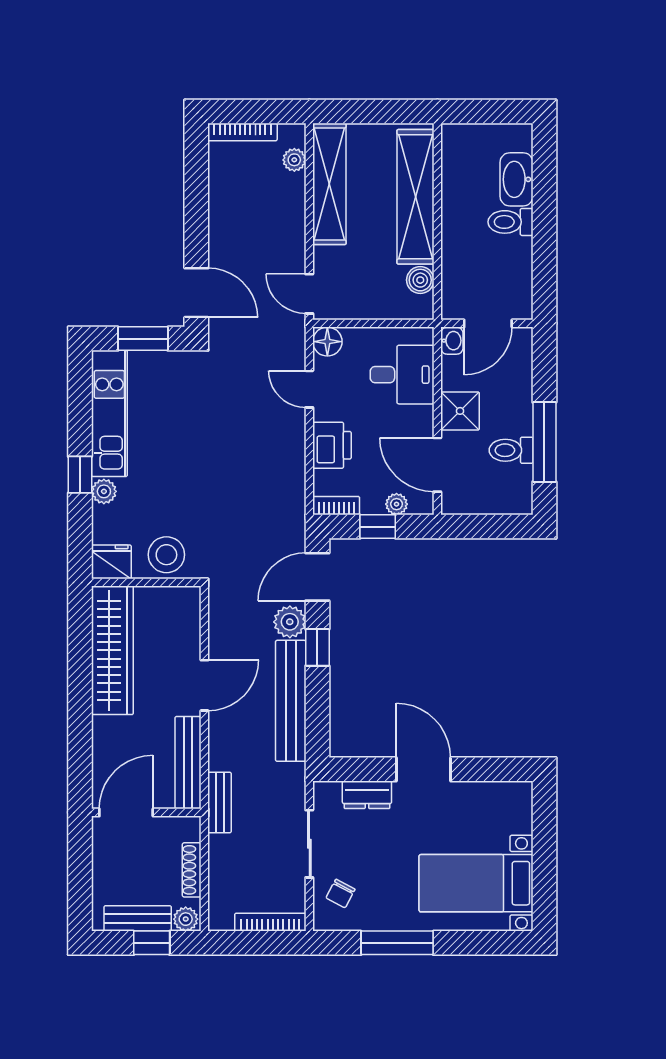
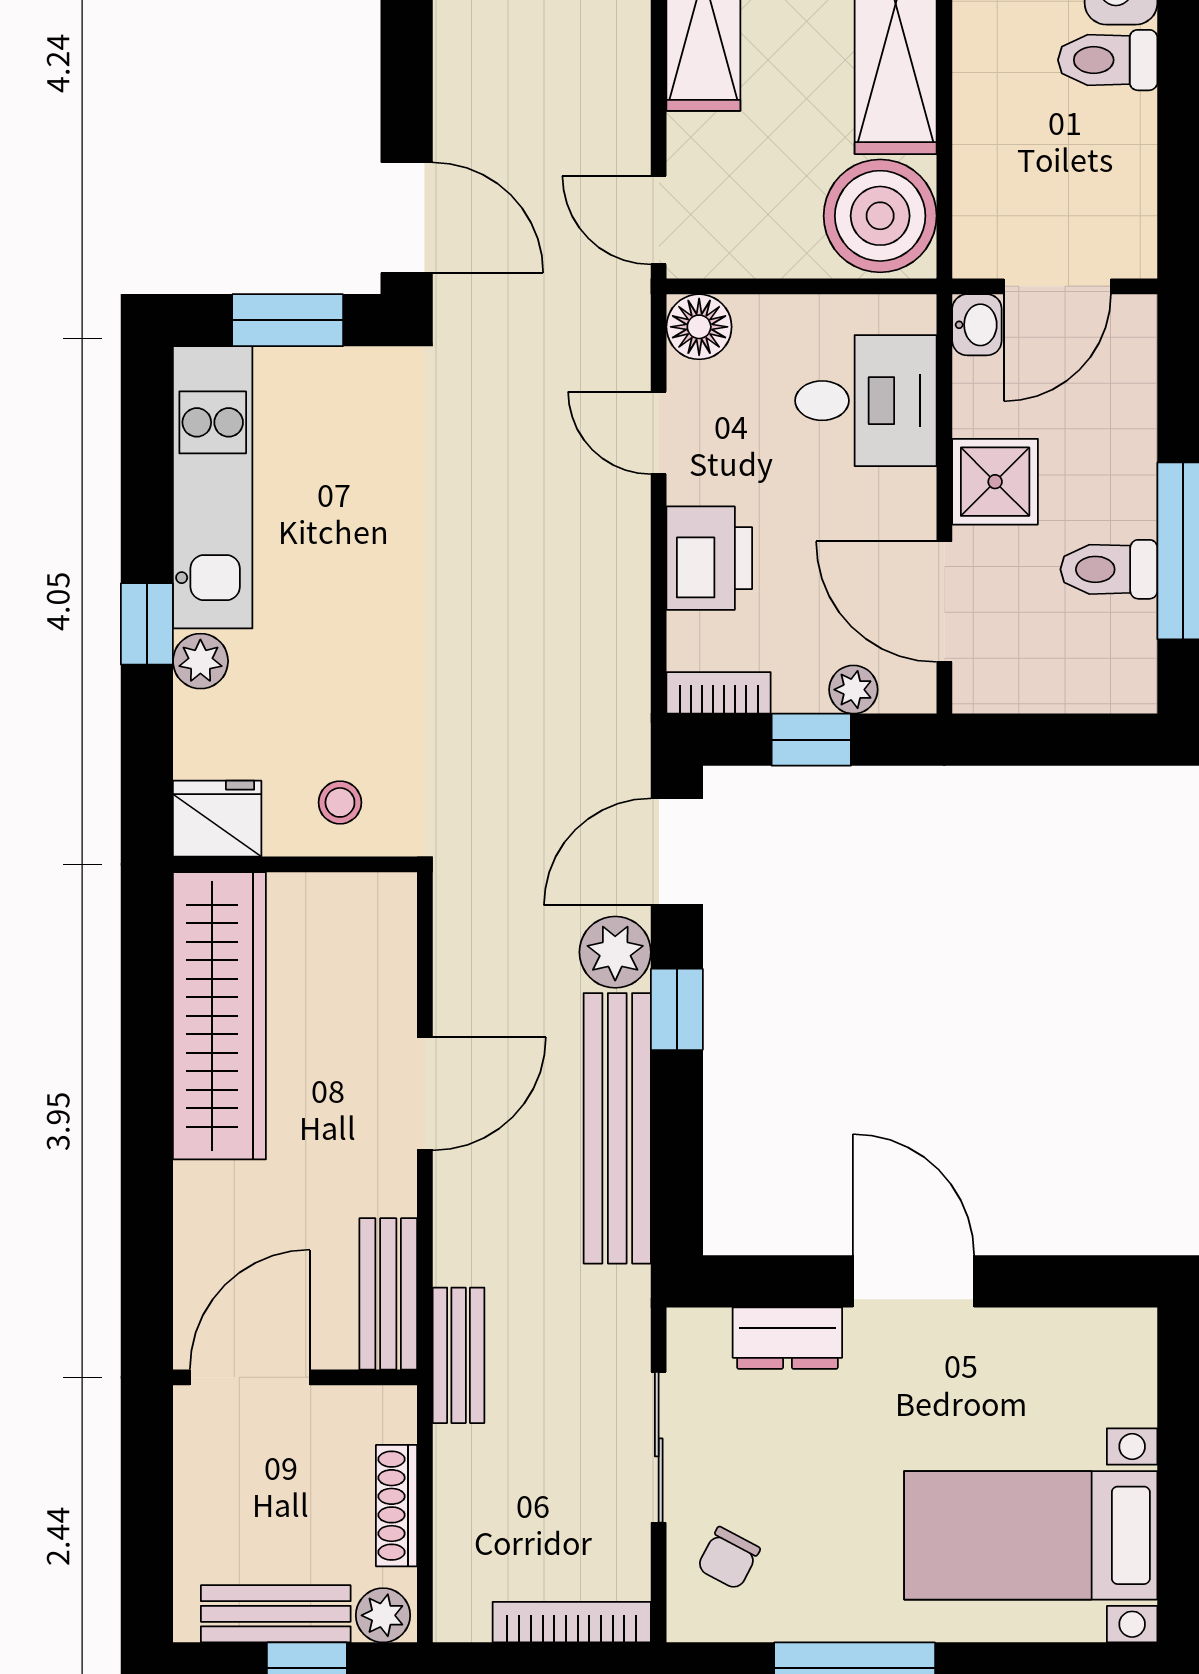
boiler: (420, 280) -> (880, 216), width x1.86, depth x1.86
stool: (166, 555) -> (340, 802), width x0.53, depth x0.53
bench: (188, 763) -> (388, 1294), width x0.73

